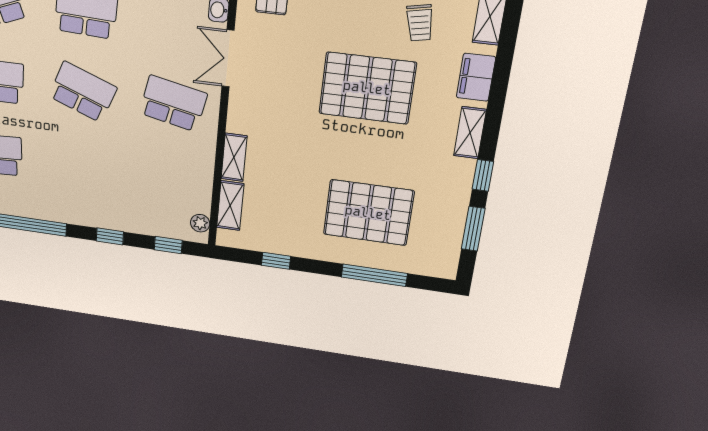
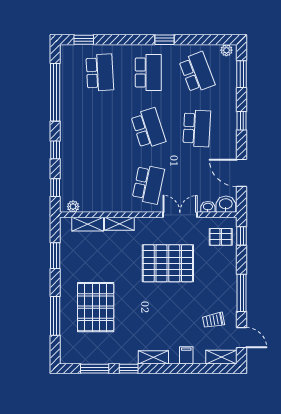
filing cabinet: (476, 77) -> (186, 355), width x0.50
pallet: (367, 88) -> (168, 263), moved, turned 90
school desk: (83, 92) -> (148, 128), turned -39
window: (276, 261) -> (55, 256), width x1.50

